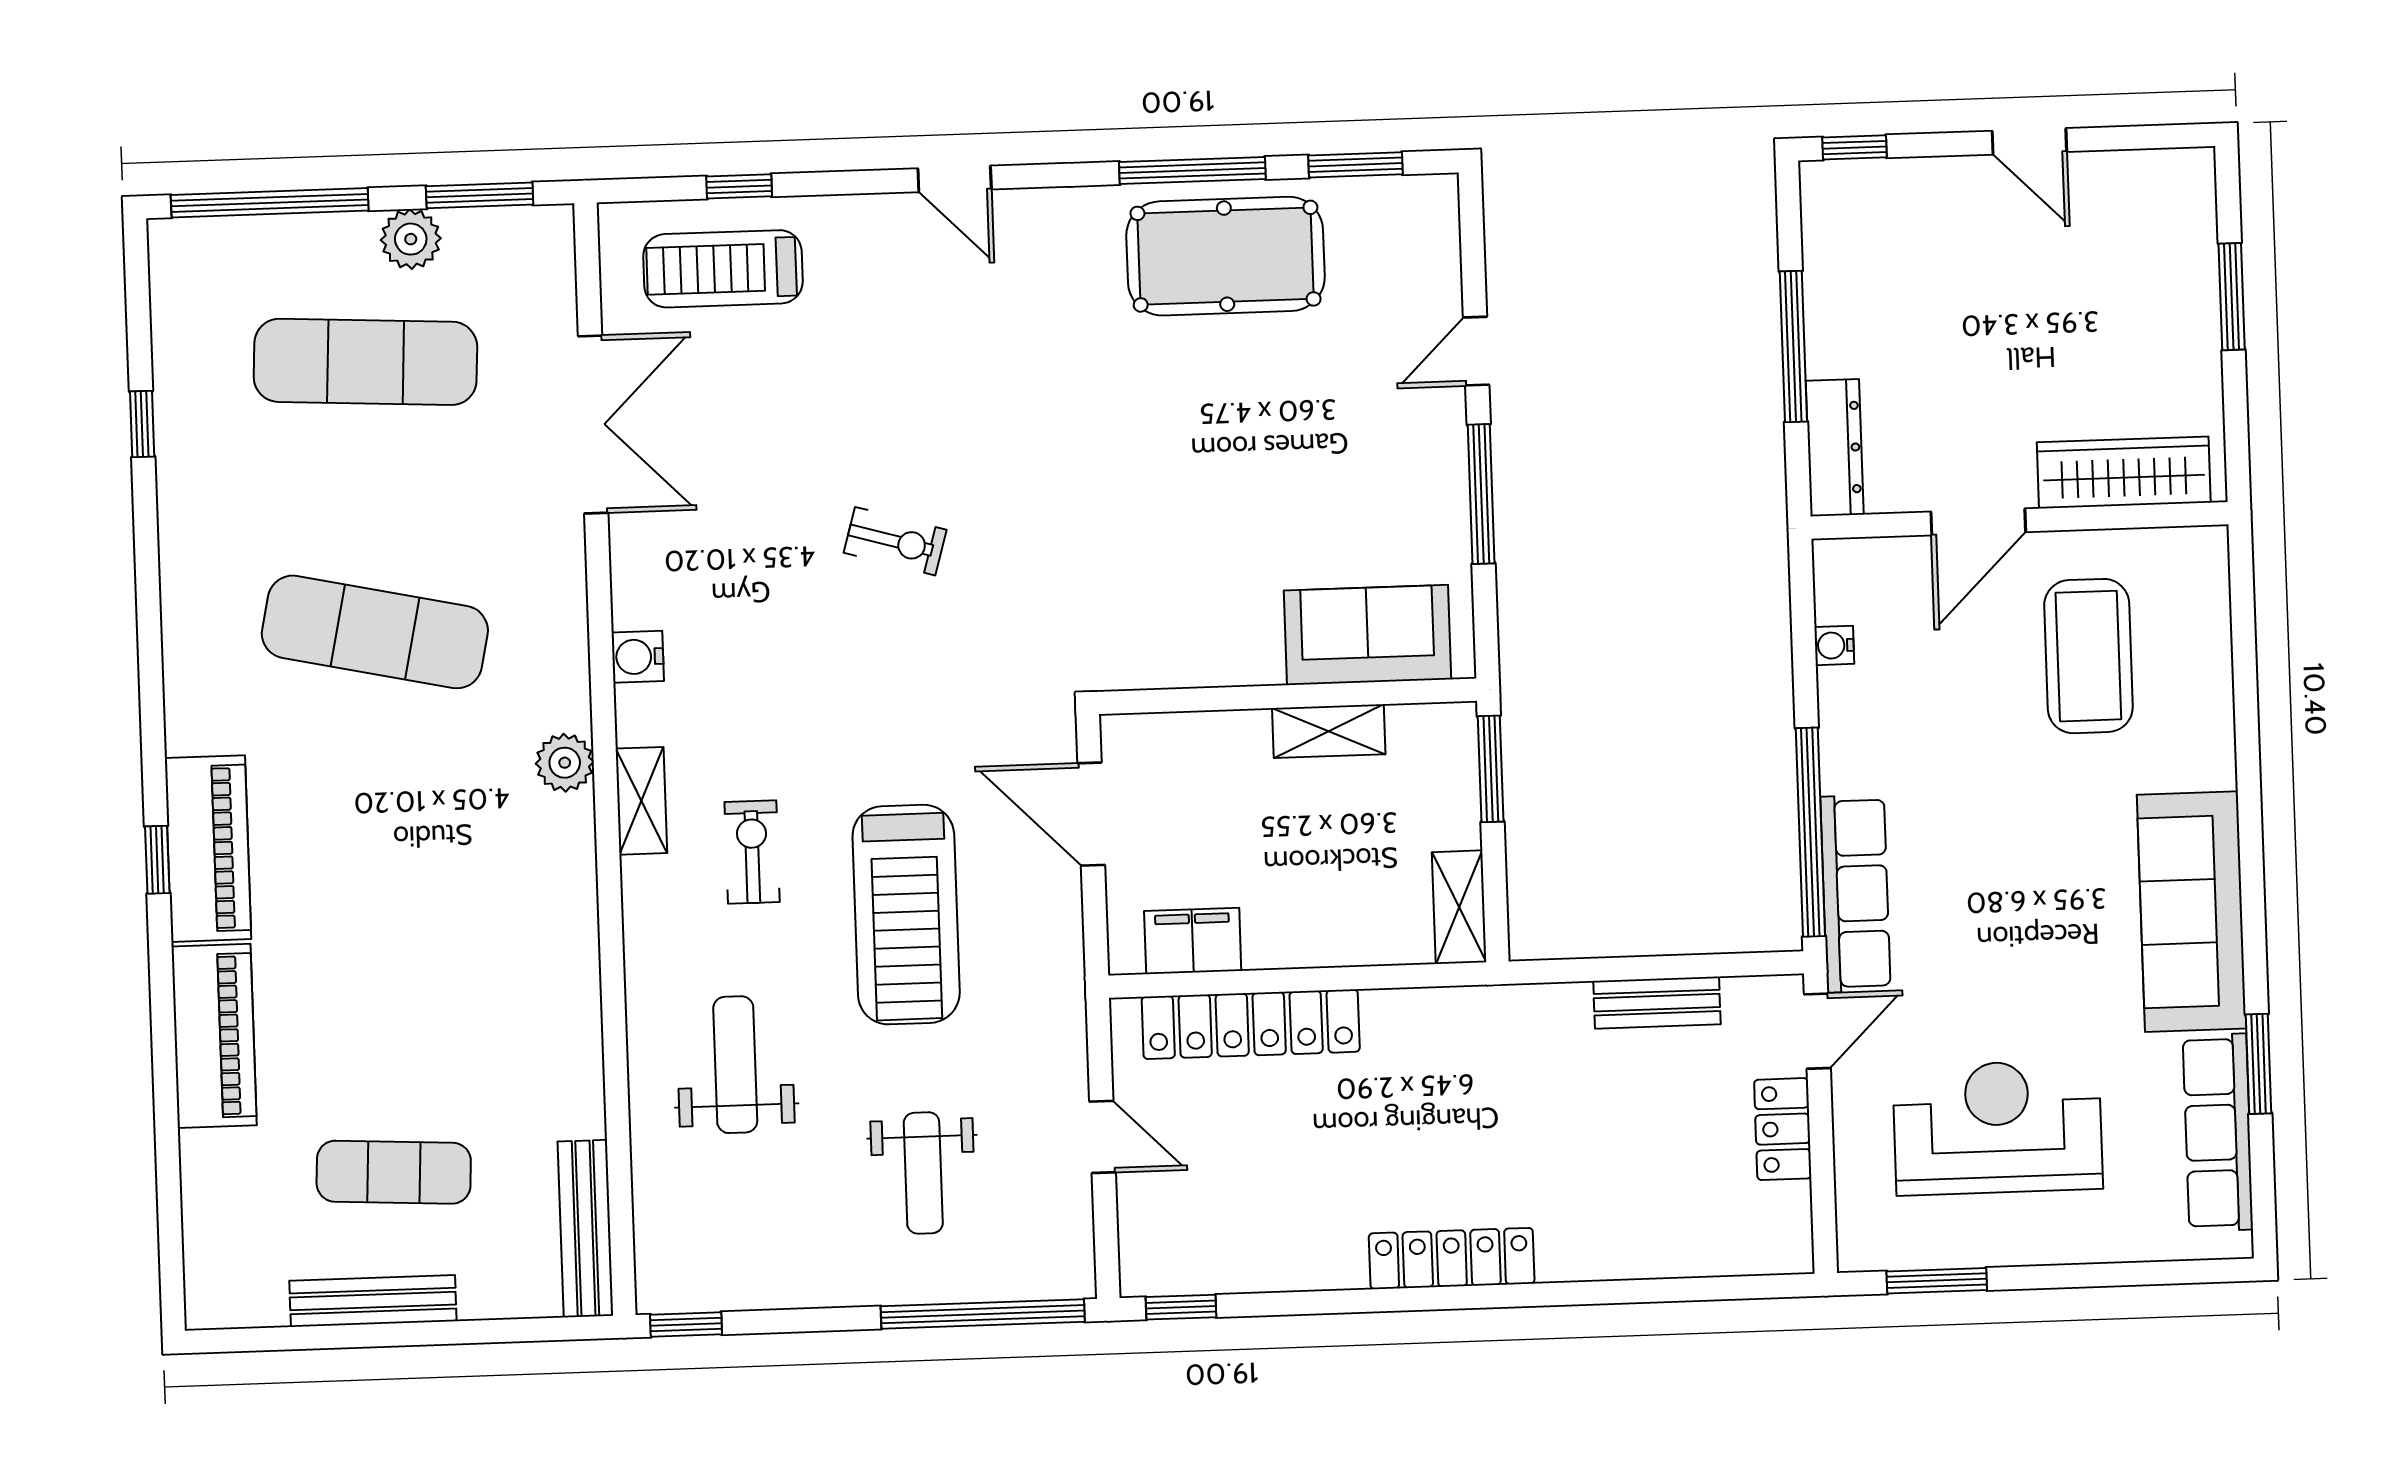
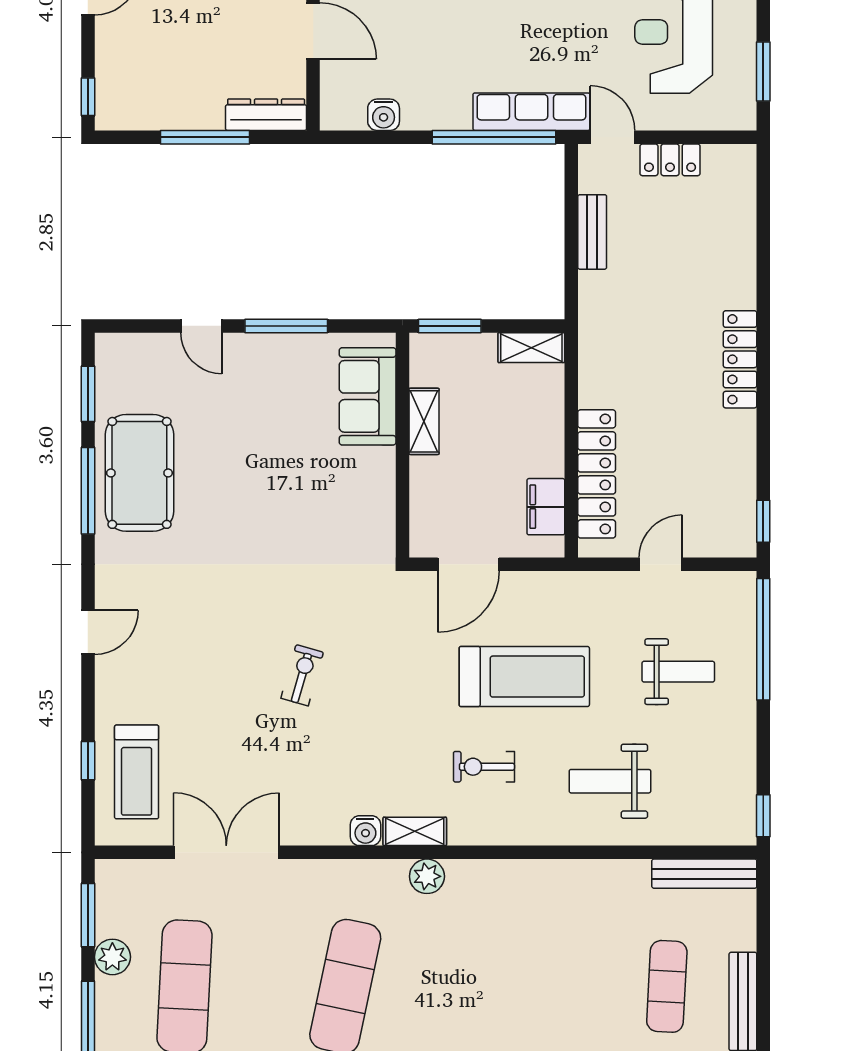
water cooler: (1834, 645) -> (384, 115), width x1.38, depth x1.38
shelving: (641, 801) -> (415, 831), moved

